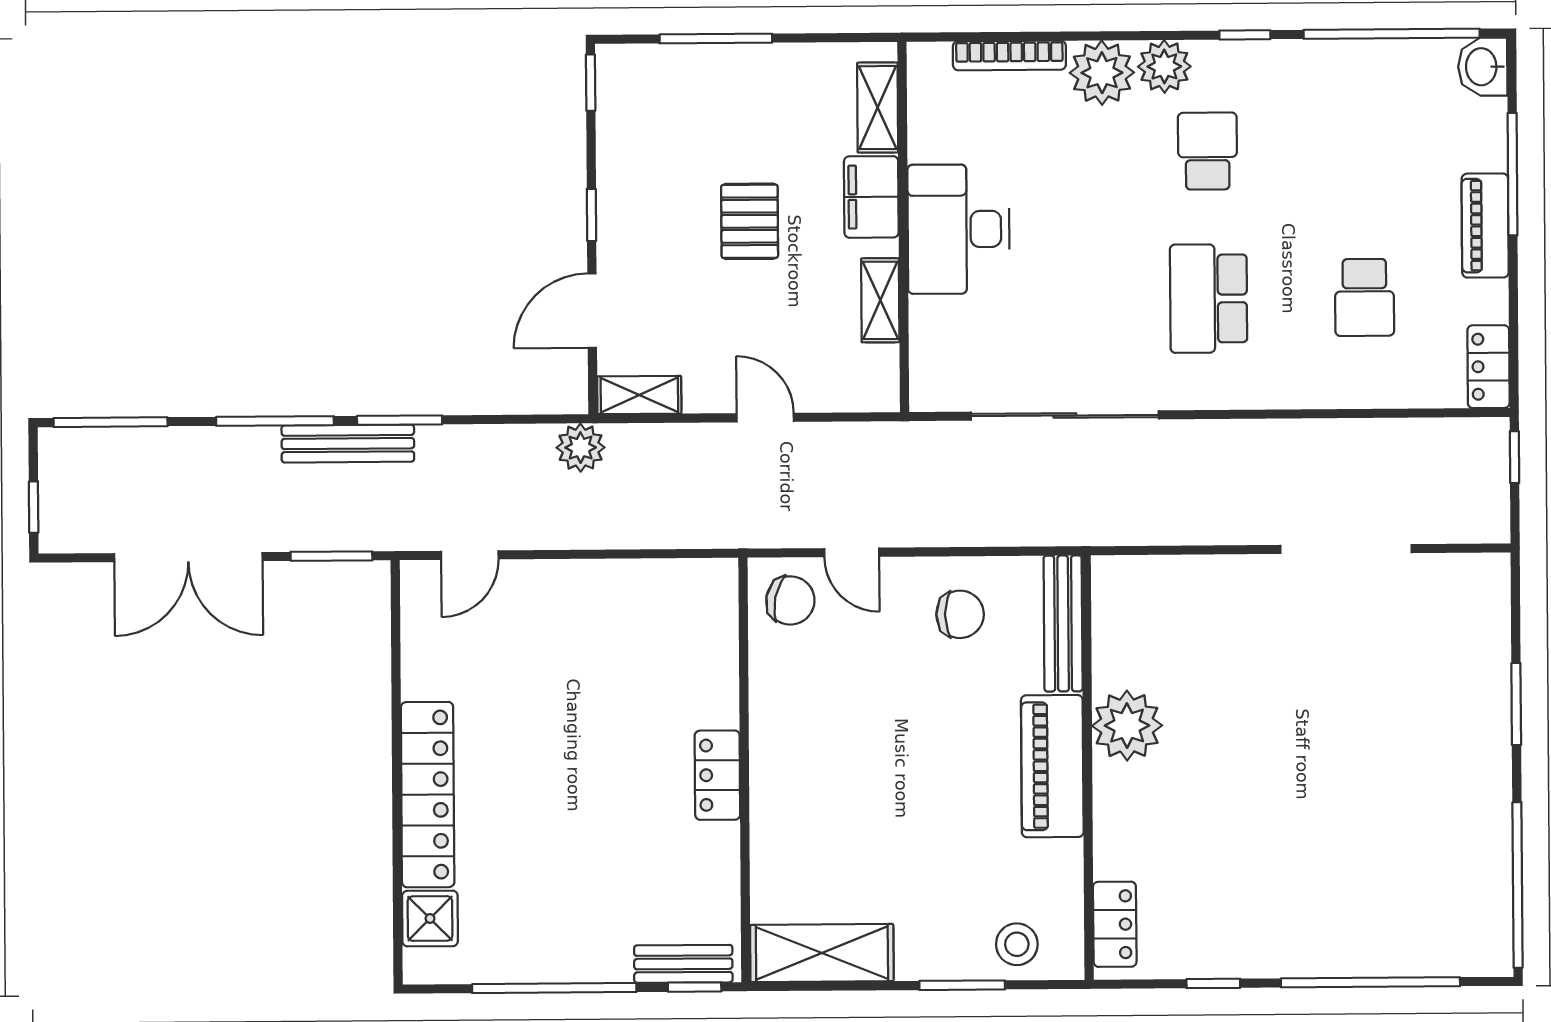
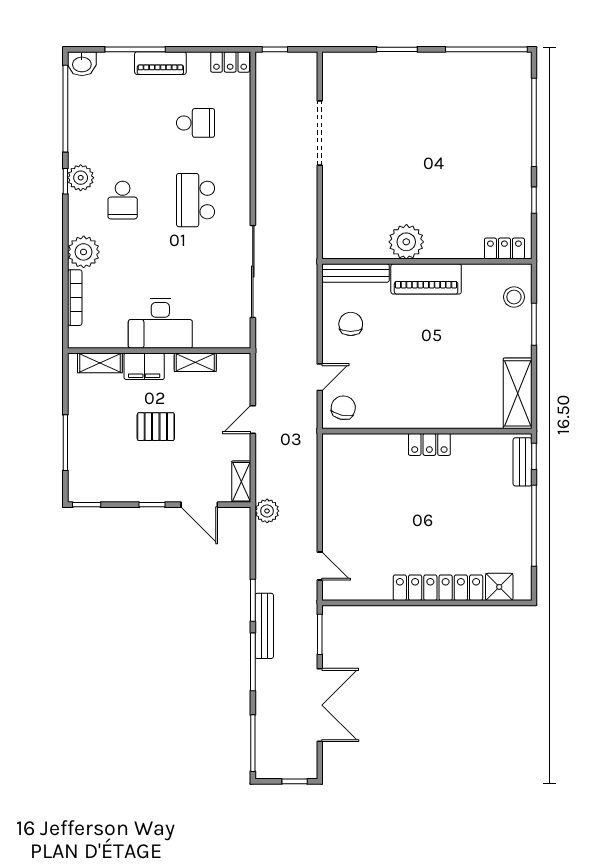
plant: (1164, 66) -> (81, 178), moved
school desk: (1208, 151) -> (123, 200), turned -90
school desk: (1209, 299) -> (196, 200), turned 90

